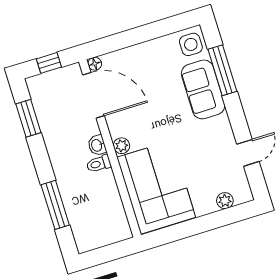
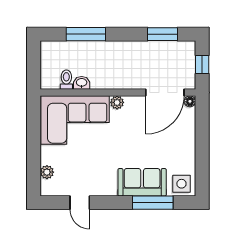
washbasin: (97, 145) -> (82, 83), moved
toilet: (99, 164) -> (66, 80), moved

